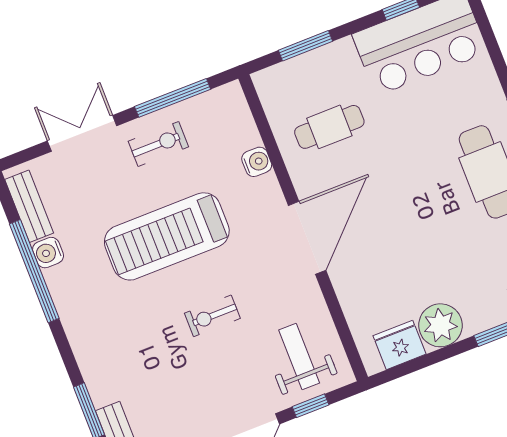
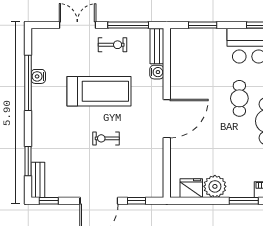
cafe table: (329, 127) -> (239, 98), moved, turned 90
bench: (29, 206) -> (157, 46), moved
treadmill: (167, 236) -> (99, 91), turned 180
weight bench: (299, 357) -> (140, 175), removed

